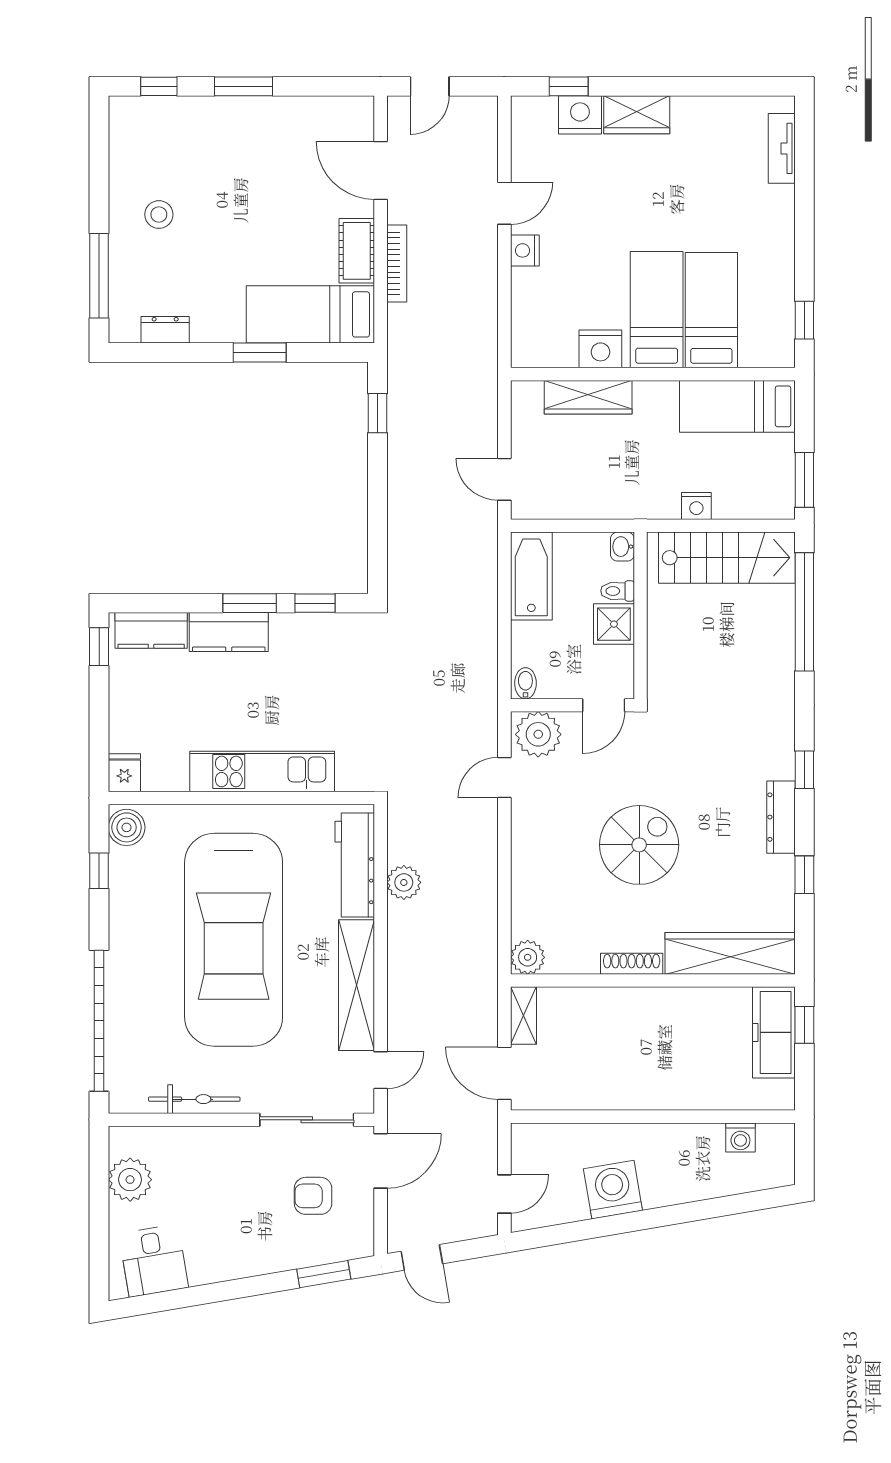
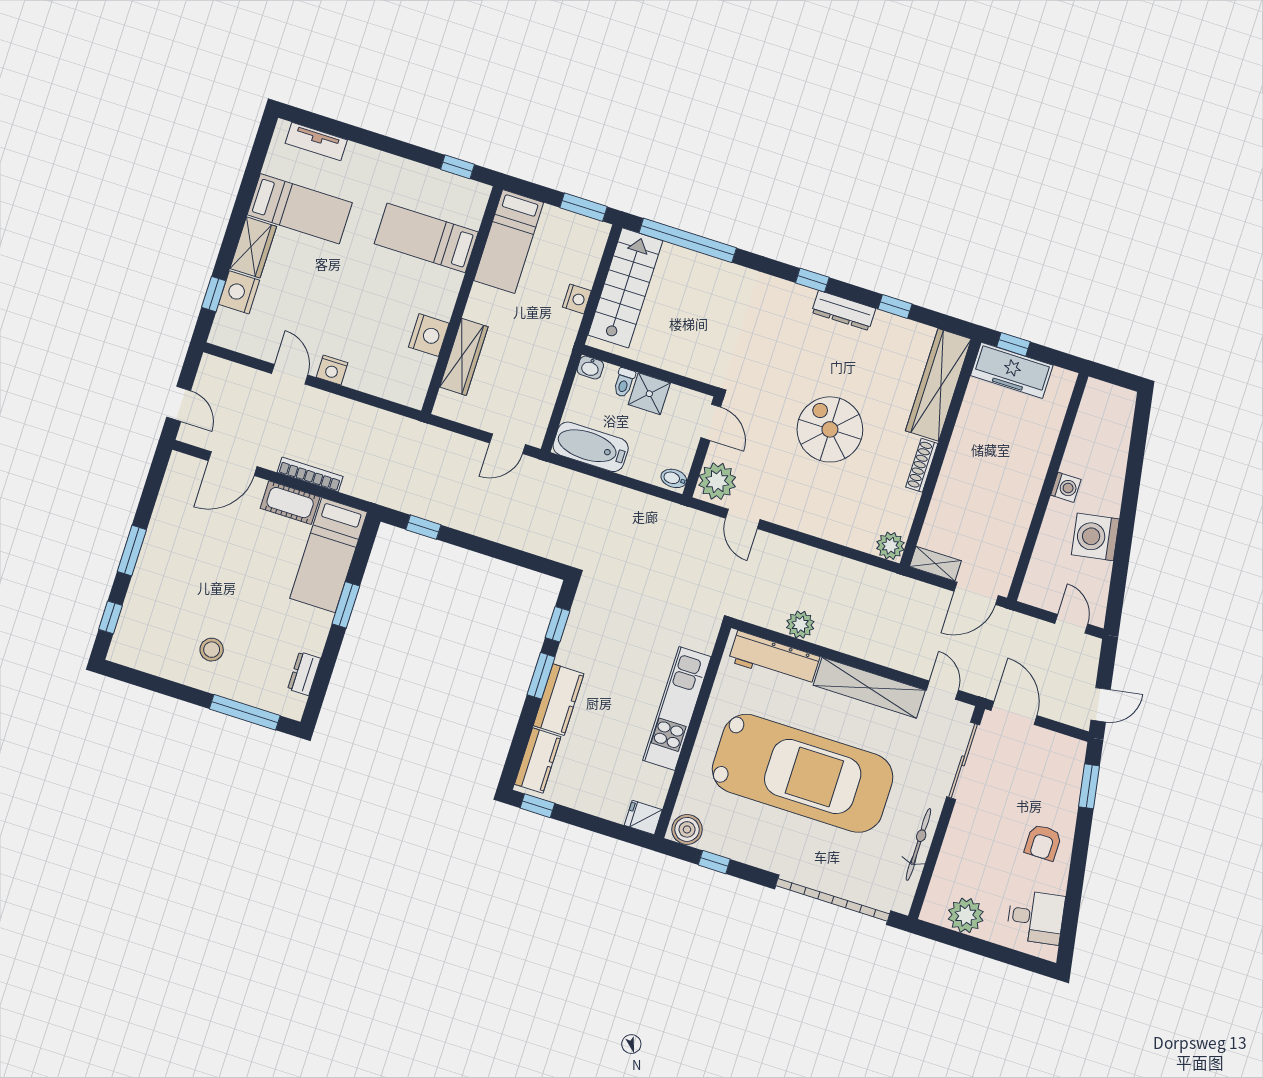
bed: (657, 310) -> (300, 209), moved, turned 180
washing machine: (740, 1138) -> (1066, 487), moved
armchair: (313, 1196) -> (1043, 842), moved

